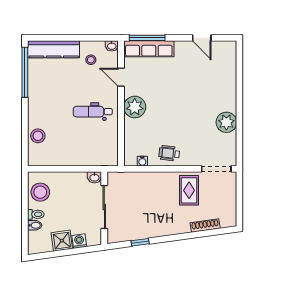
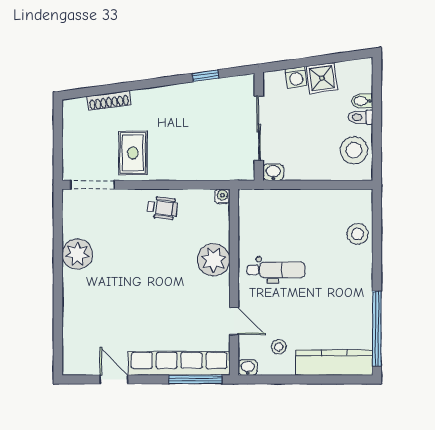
row of seats: (149, 49) -> (179, 363), width x1.36
plant: (135, 107) -> (214, 260), moved
water cooler: (142, 161) -> (222, 196), moved

